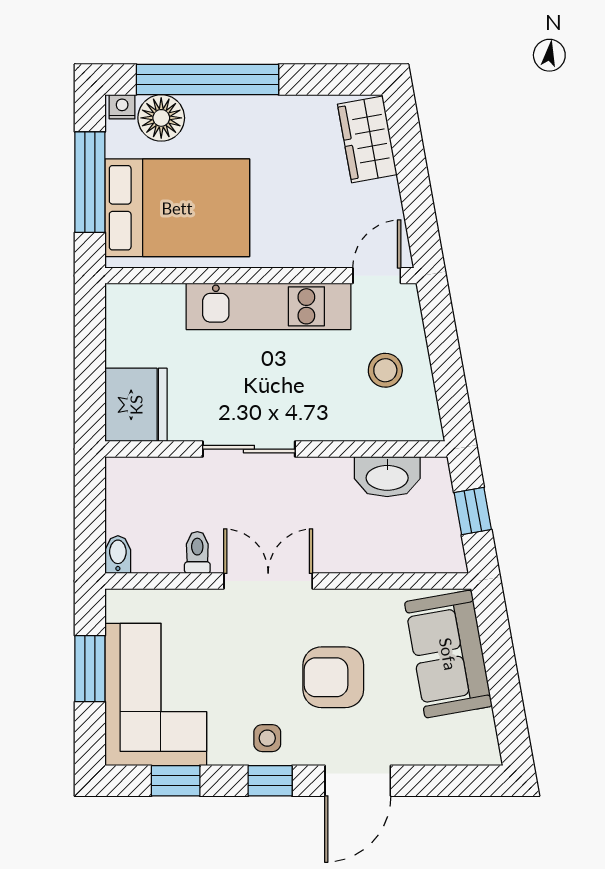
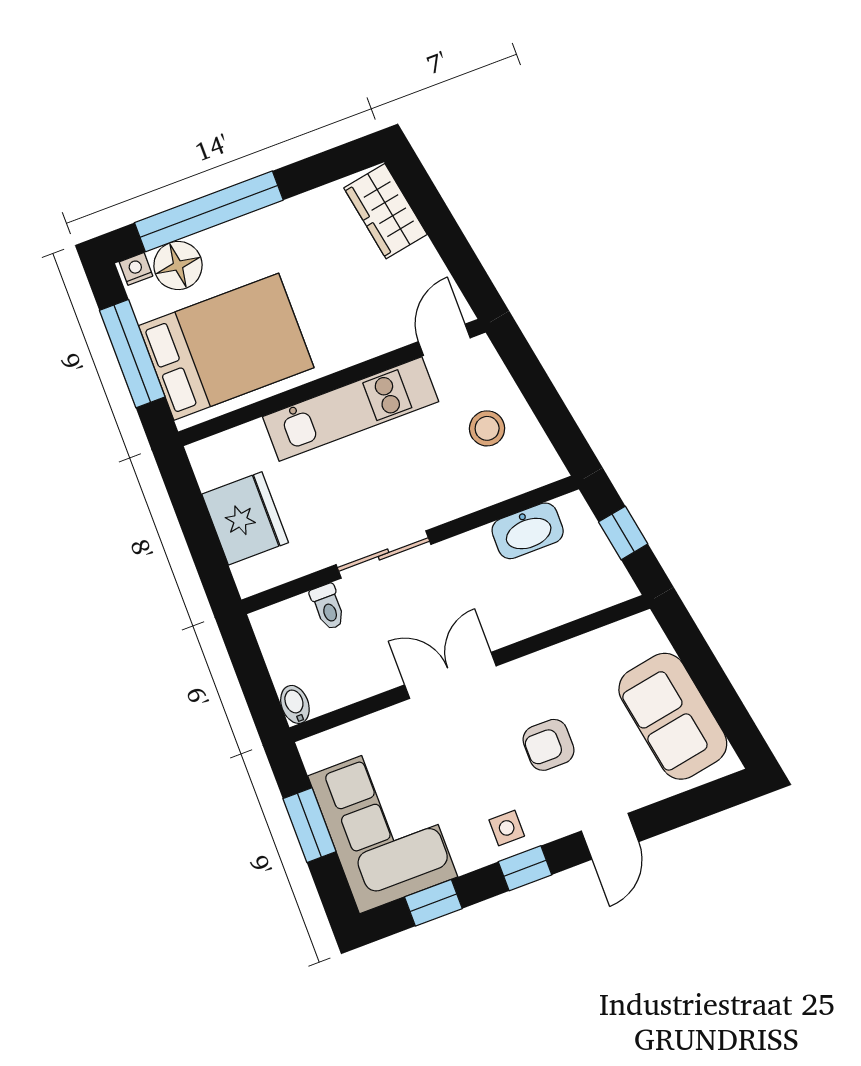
fridge: (136, 405) -> (245, 518), moved
toilet: (197, 552) -> (328, 607), moved, turned 180
sofa: (448, 654) -> (673, 716), moved
armchair: (333, 677) -> (549, 745), width x0.72, depth x0.72
door: (358, 781) -> (610, 836), width x0.73

